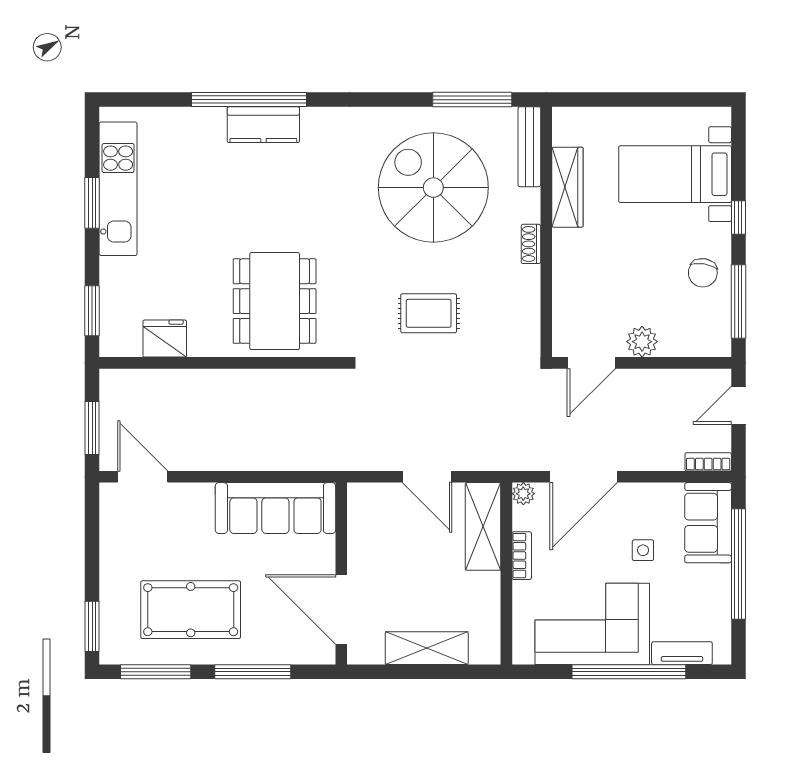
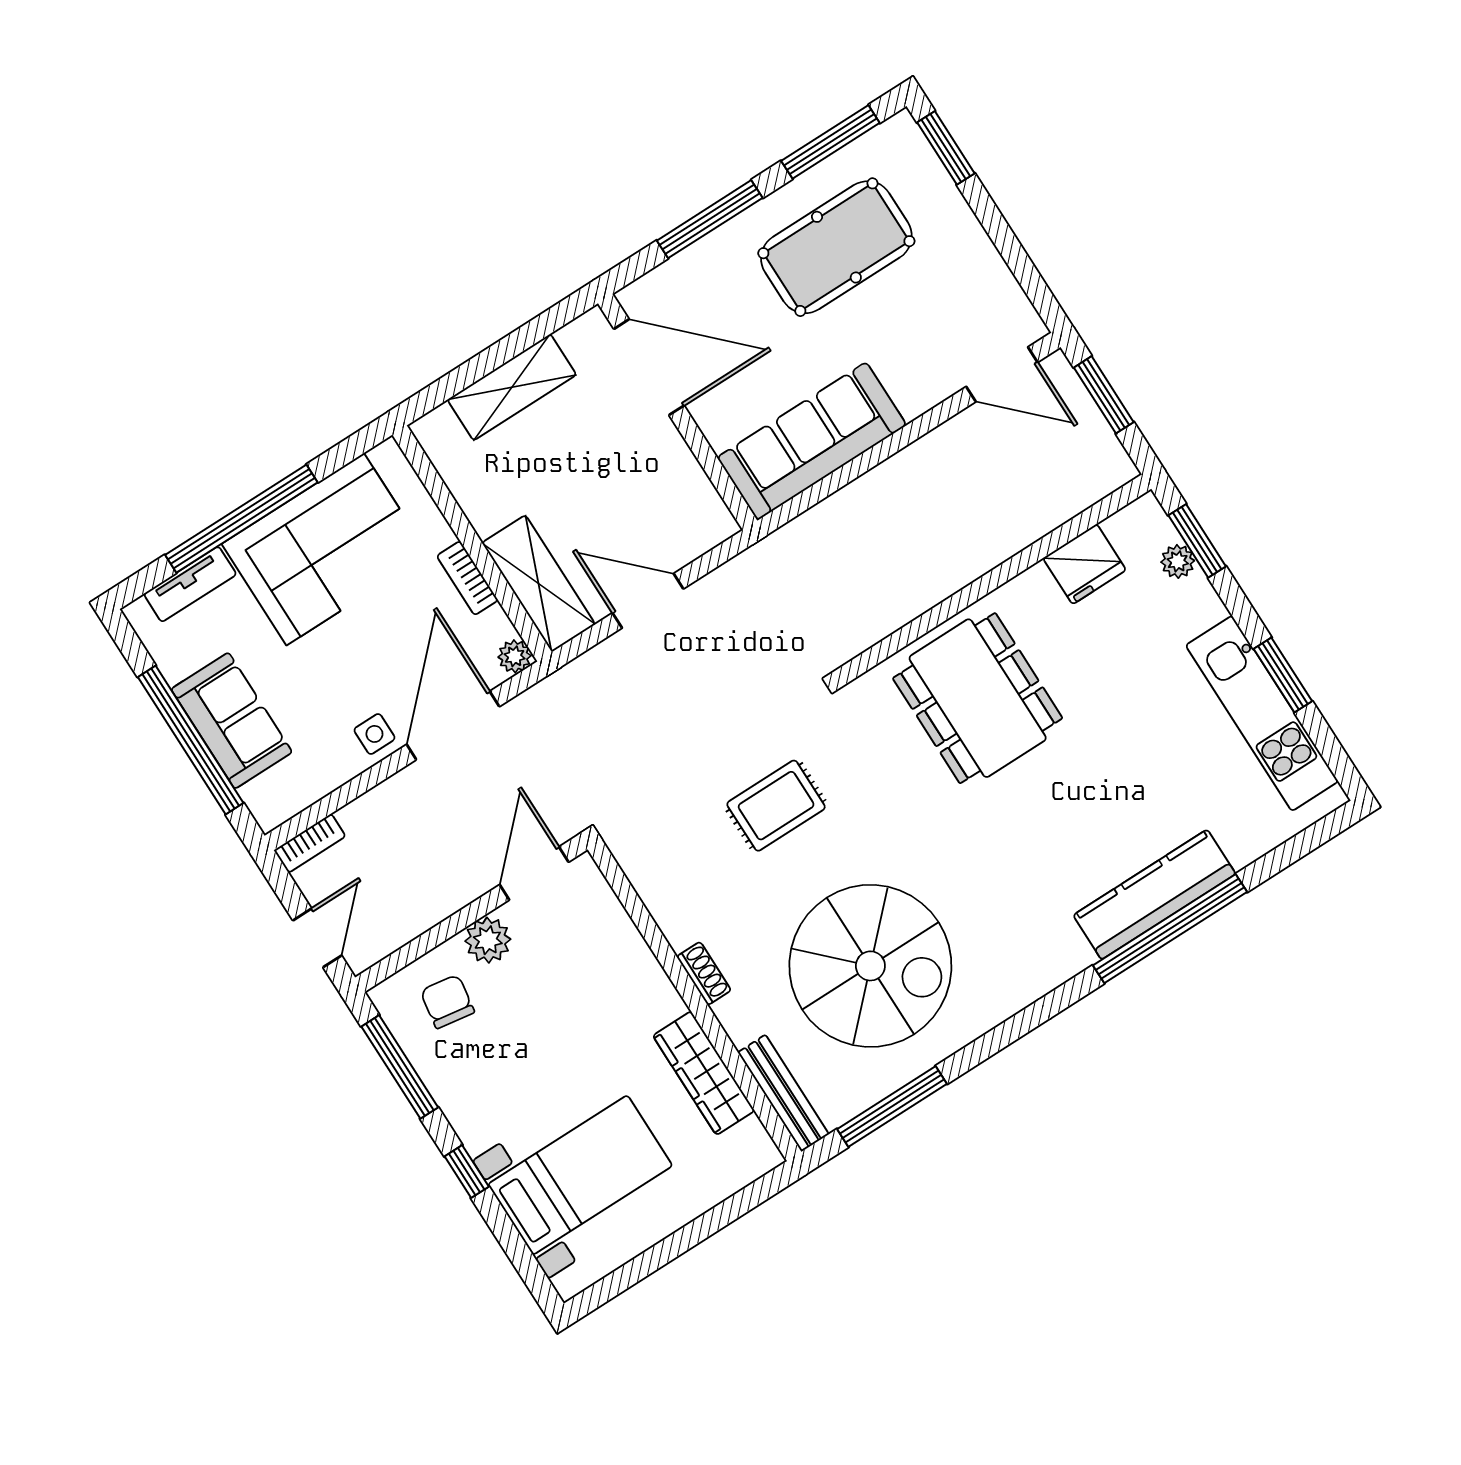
kitchen counter: (263, 125) -> (1154, 895), width x1.50
chair: (703, 273) -> (447, 1002), moved
plant: (111, 306) -> (1178, 561), added
sofa: (708, 523) -> (232, 721), moved
side table: (643, 550) -> (374, 734), moved

